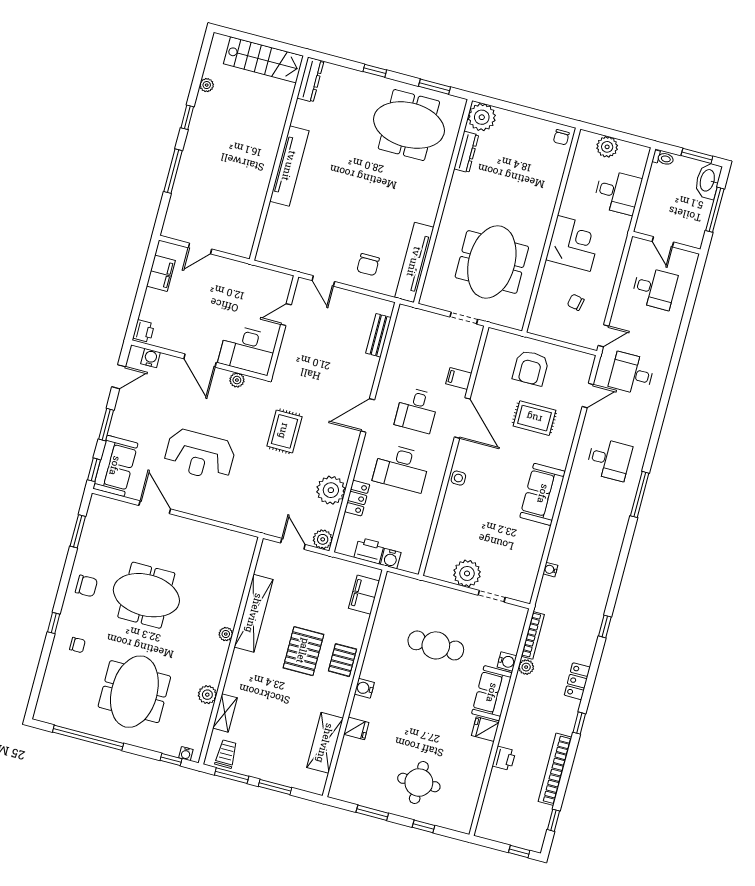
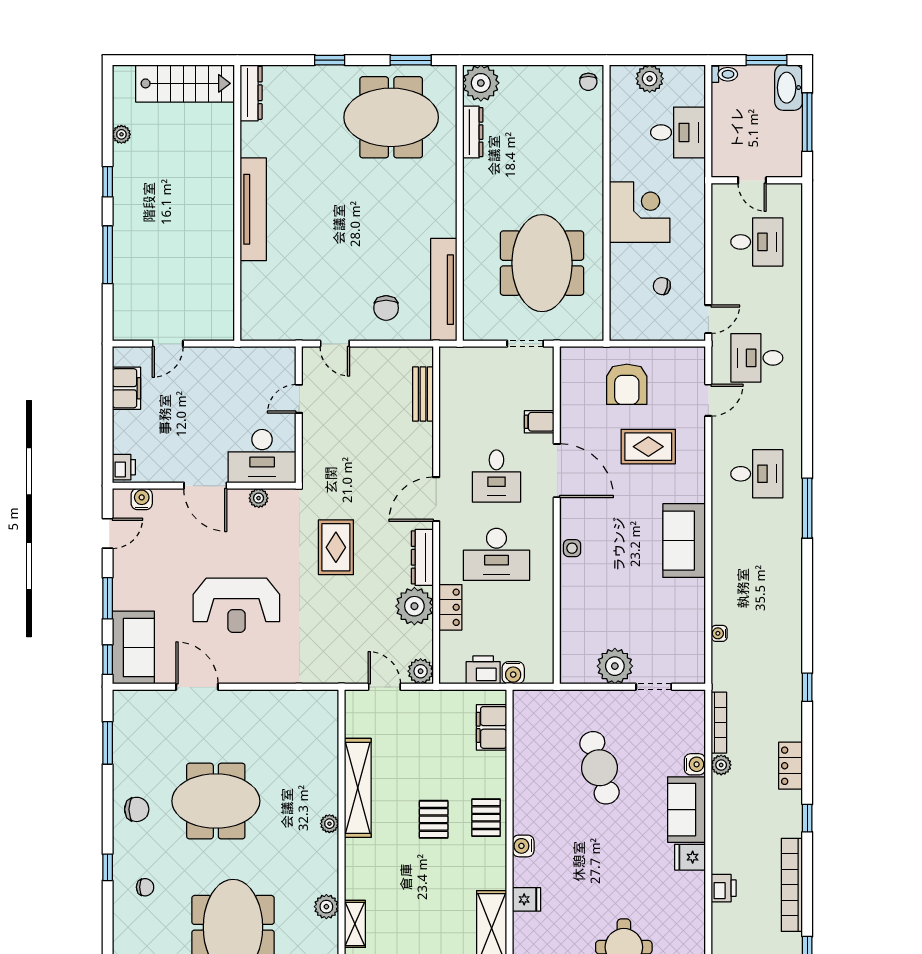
dresser: (346, 456) -> (422, 557), added
cafe table: (436, 645) -> (599, 768), turned 74
pallet: (303, 651) -> (434, 819), width x0.67, depth x0.71

